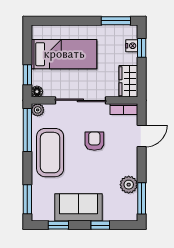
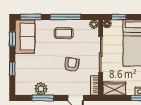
window: (27, 130) -> (65, 17), moved
armchair: (94, 141) -> (72, 65), turned -82
coffee table: (50, 153) -> (64, 33), width x0.54, depth x0.58
window: (142, 198) -> (43, 98), moved
sofa: (78, 207) -> (25, 37), moved

